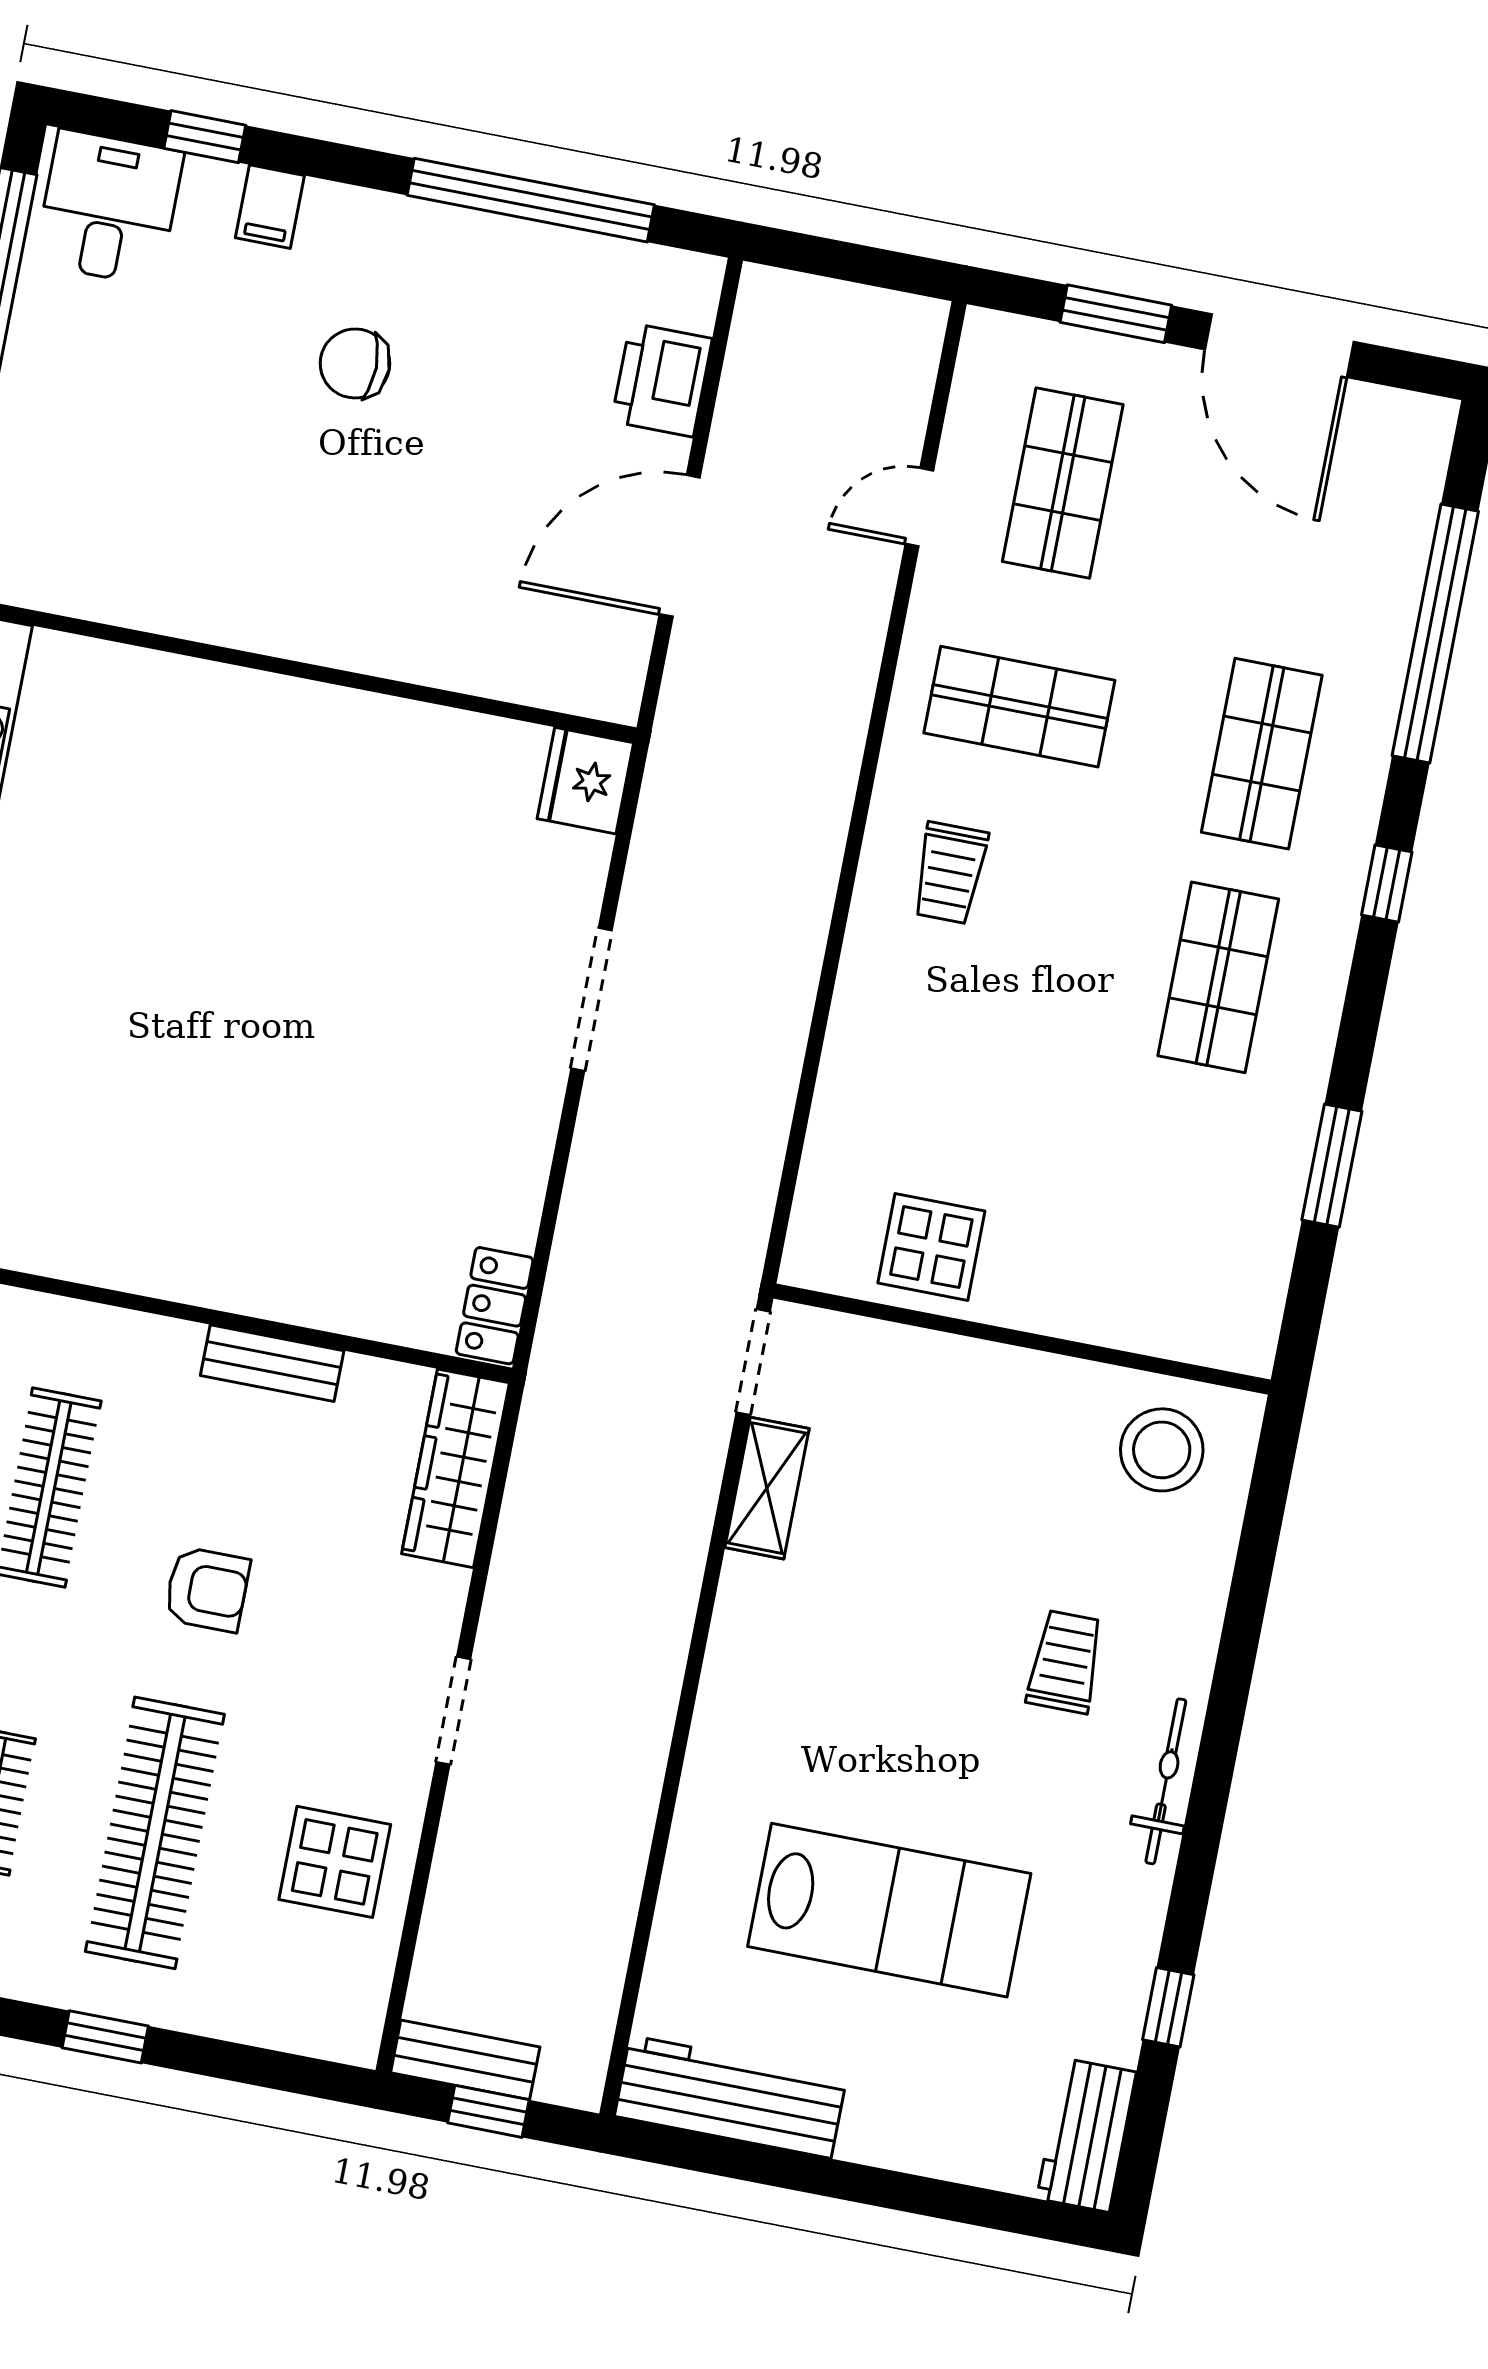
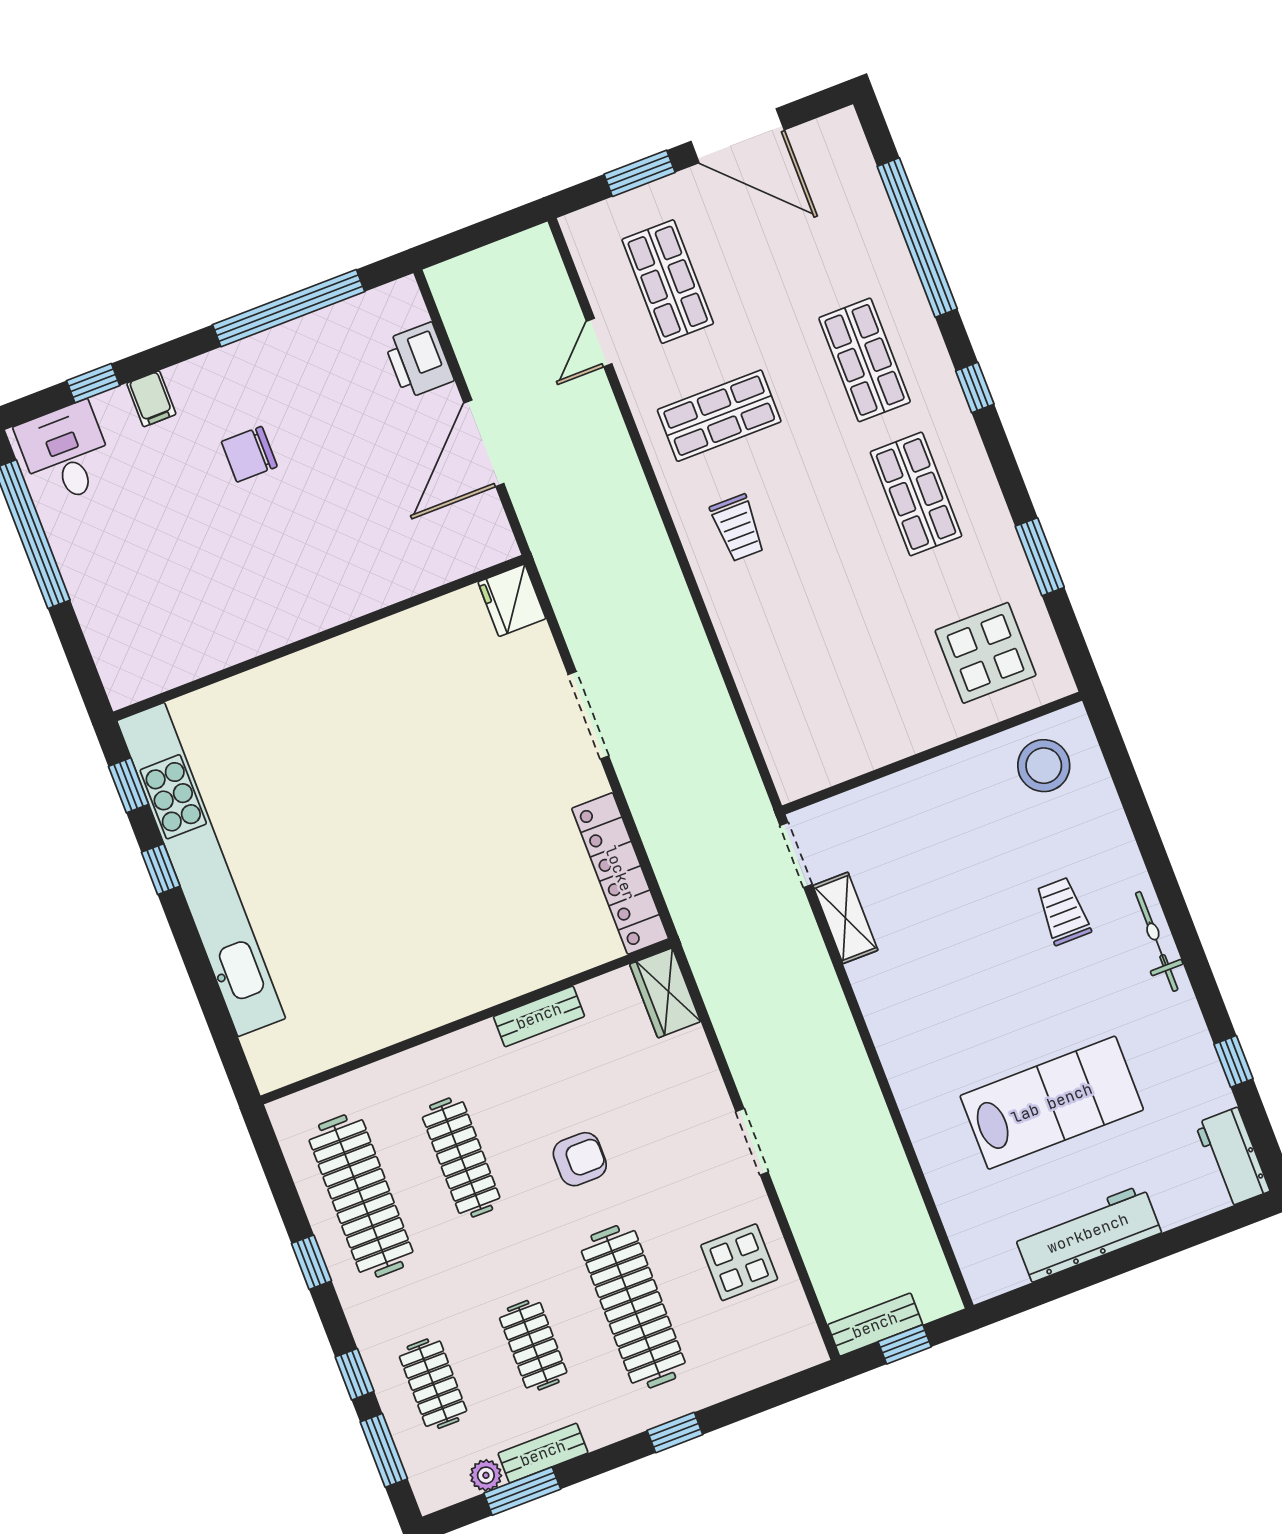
display table: (931, 1247) -> (986, 653), moved, width x1.36, depth x1.36
locker: (495, 1306) -> (620, 873), width x2.16, depth x1.21
wardrobe: (455, 1468) -> (665, 993), width x0.67
workbench: (731, 2097) -> (1088, 1233), moved

